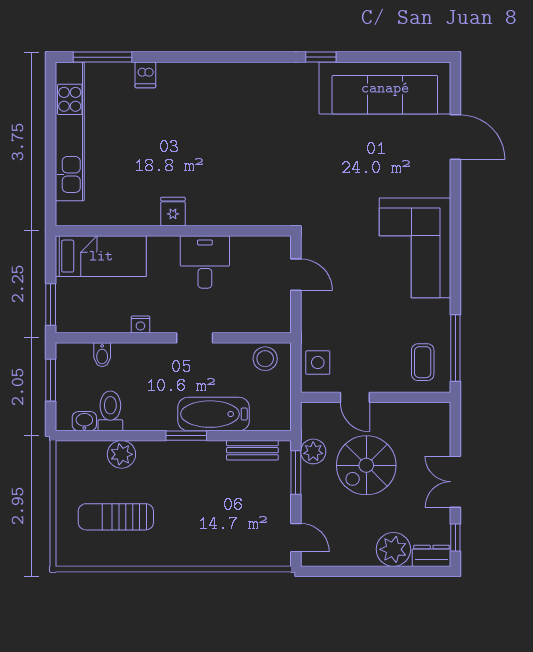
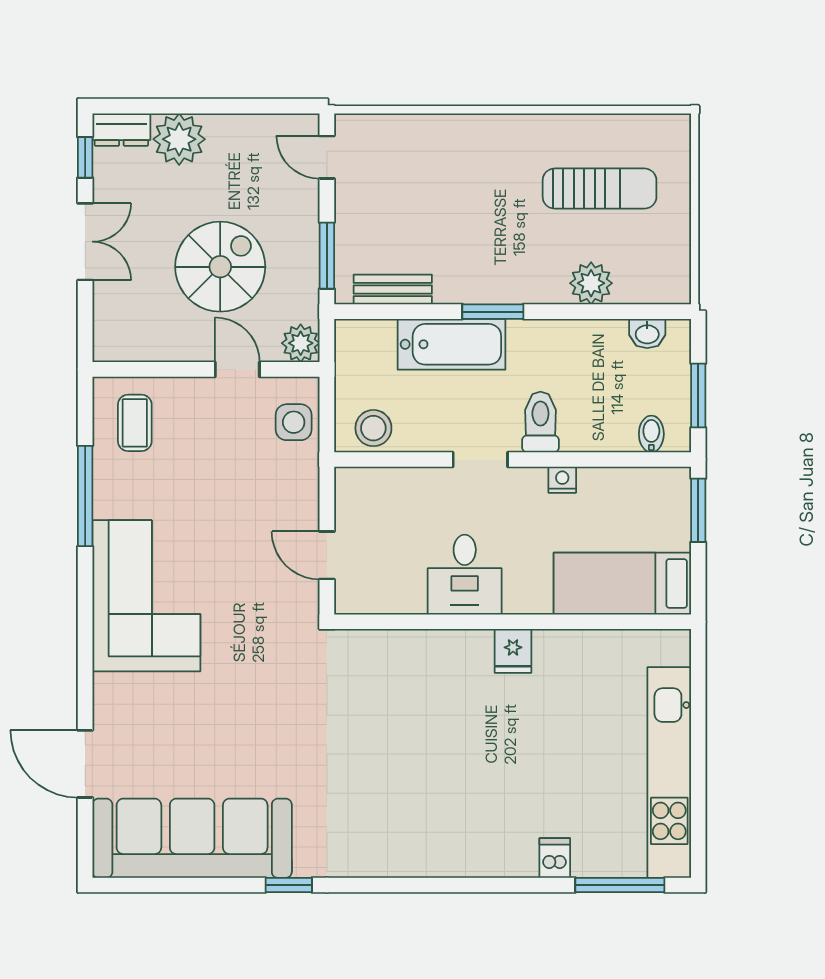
window: (455, 348) -> (85, 496), moved
bidet: (102, 355) -> (651, 434), moved
toilet: (110, 411) -> (540, 422), moved, turned 180
plant: (313, 451) -> (301, 343), moved

